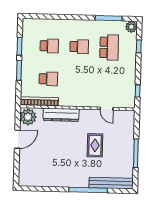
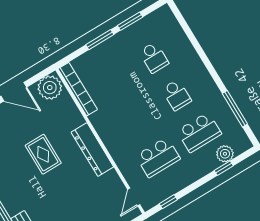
plant: (131, 27) -> (225, 154), moved
school desk: (48, 79) -> (158, 157), moved, width x1.85
door: (107, 109) -> (134, 197), moved
dresser: (61, 115) -> (92, 150), moved
rug: (95, 145) -> (43, 154), moved, turned 90

